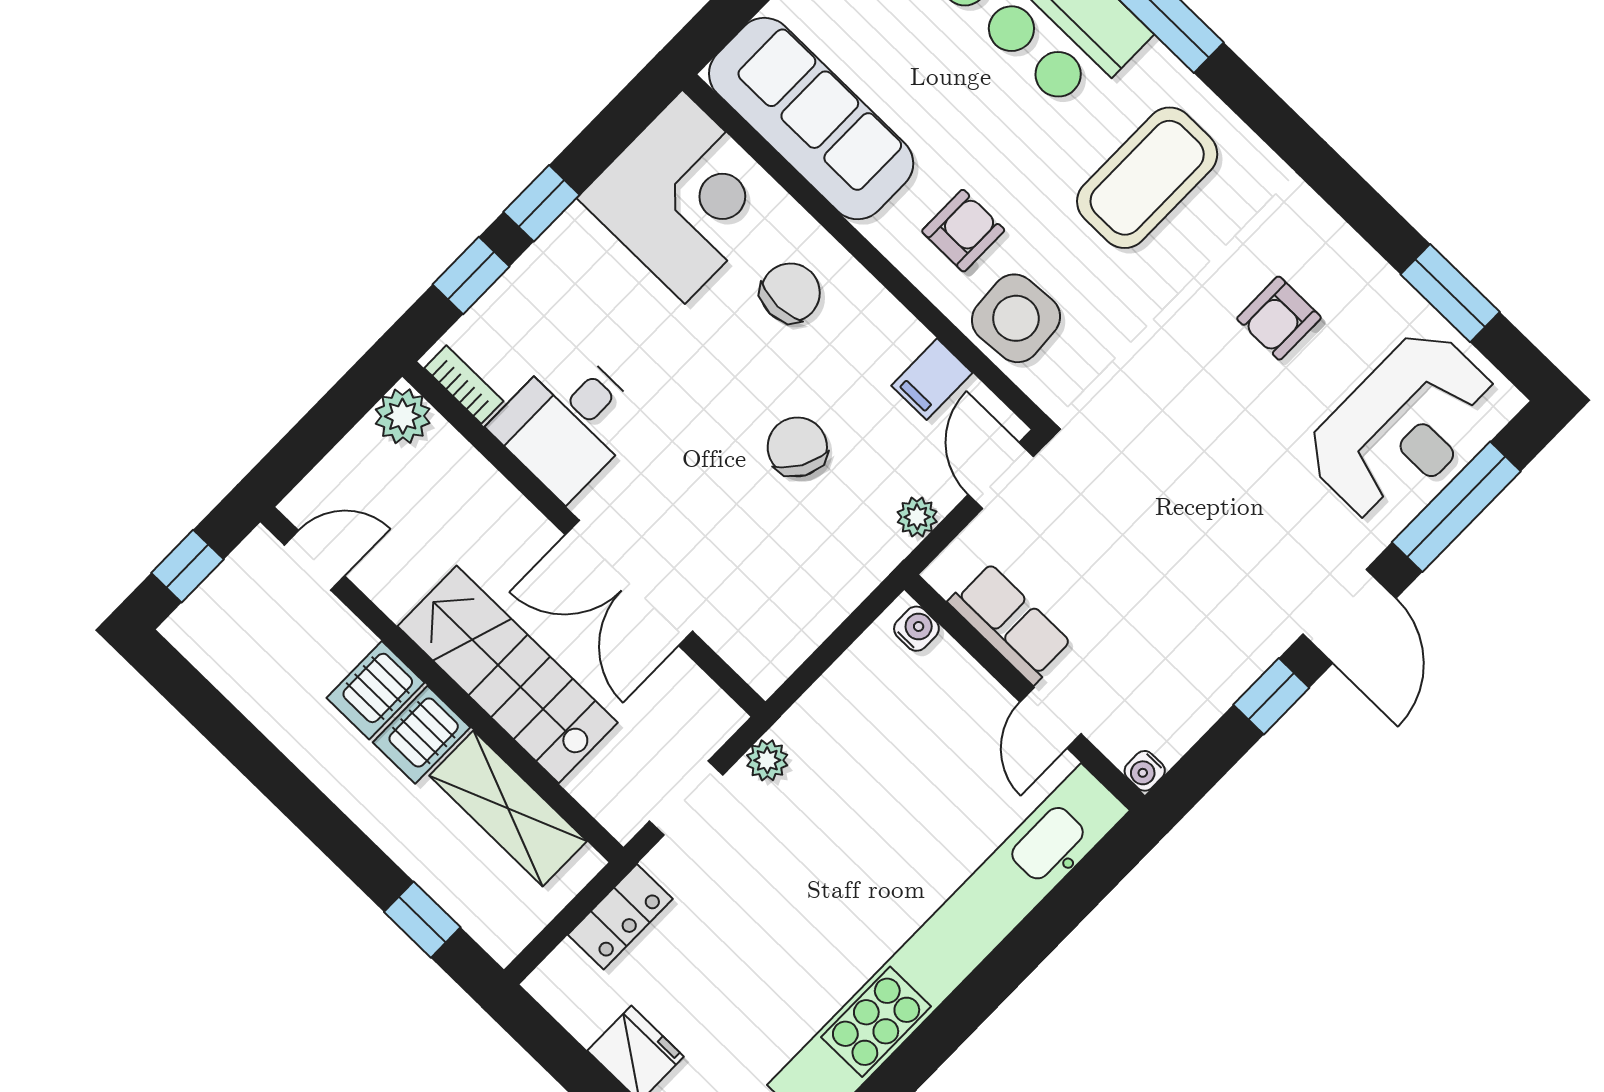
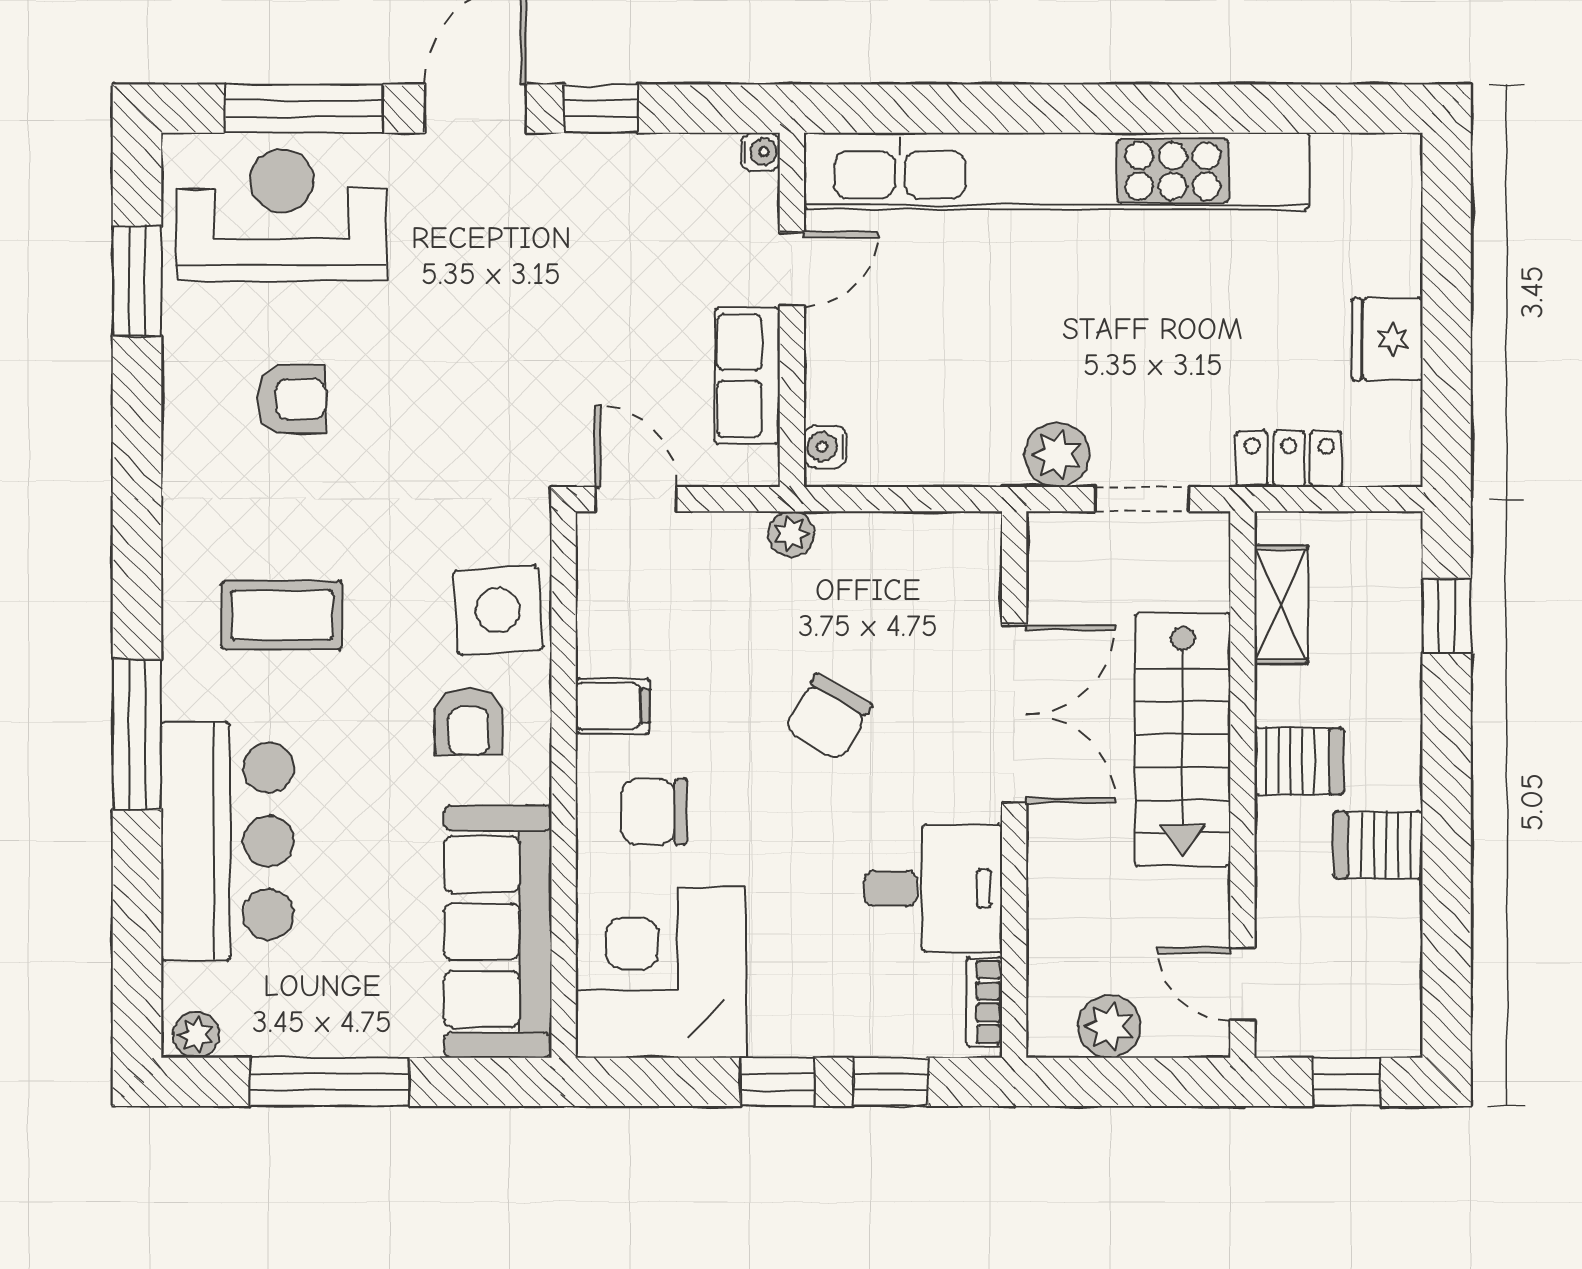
coffee table: (1147, 178) -> (282, 615), width x0.73, depth x0.76
armchair: (963, 231) -> (469, 721), turned -90
filing cabinet: (932, 379) -> (613, 706), moved
plant: (403, 416) -> (1109, 1026), moved
chair: (797, 447) -> (828, 717), moved
door: (1001, 476) -> (636, 499), swing flipped
plant: (917, 517) -> (791, 534), moved
server rack: (376, 690) -> (1378, 845), moved, turned 180
plant: (767, 760) -> (1057, 455), width x1.38, depth x1.38
shelving: (508, 808) -> (1281, 604), width x0.67, depth x0.75

